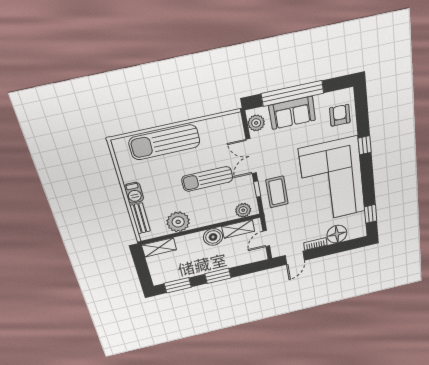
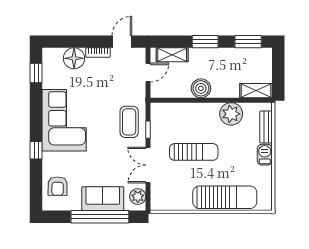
double door: (251, 156) -> (148, 165), swing flipped
corner sofa: (332, 181) -> (64, 120), width x0.73, depth x0.74
plant: (243, 210) -> (166, 110), removed
shelving: (238, 229) -> (172, 55), moved

